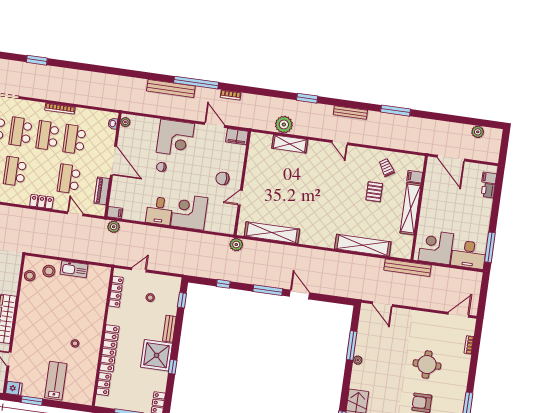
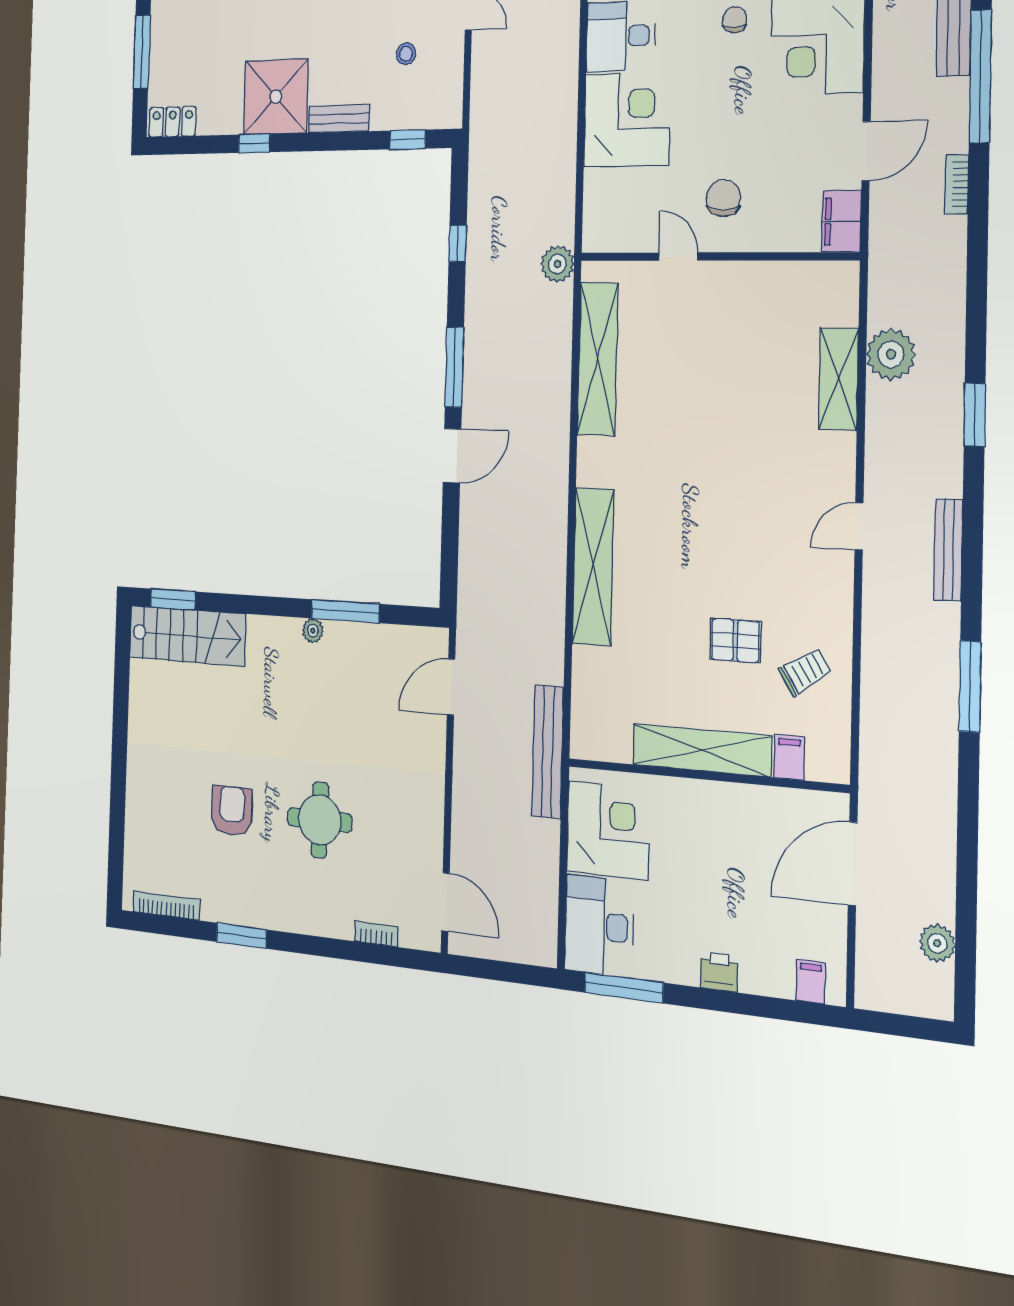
printer: (488, 191) -> (719, 972), moved
shelving: (363, 245) -> (593, 567), moved

